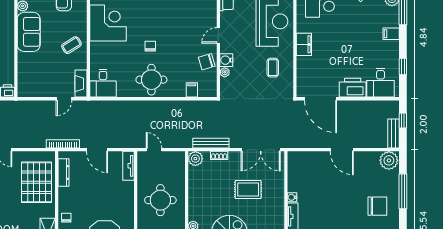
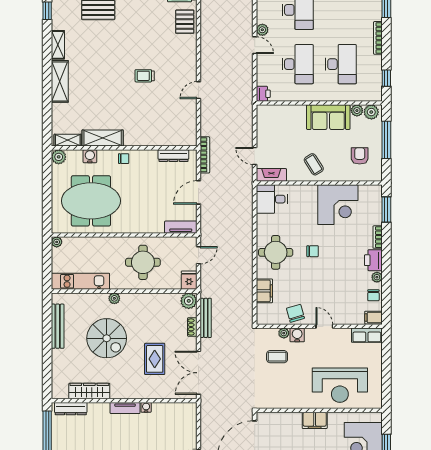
coffee table: (273, 68) -> (277, 357), moved
filing cabinet: (192, 90) -> (264, 291), width x2.00
fridge: (177, 158) -> (189, 280), added
pallet: (36, 182) -> (163, 126), removed

